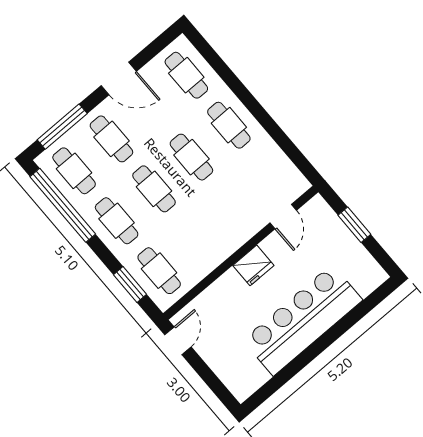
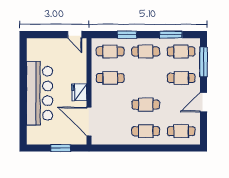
cafe table: (154, 189) -> (110, 78), moved
window: (63, 205) -> (171, 35), width x0.47
door: (283, 217) -> (89, 121), width x1.87
window: (130, 285) -> (127, 35), moved

